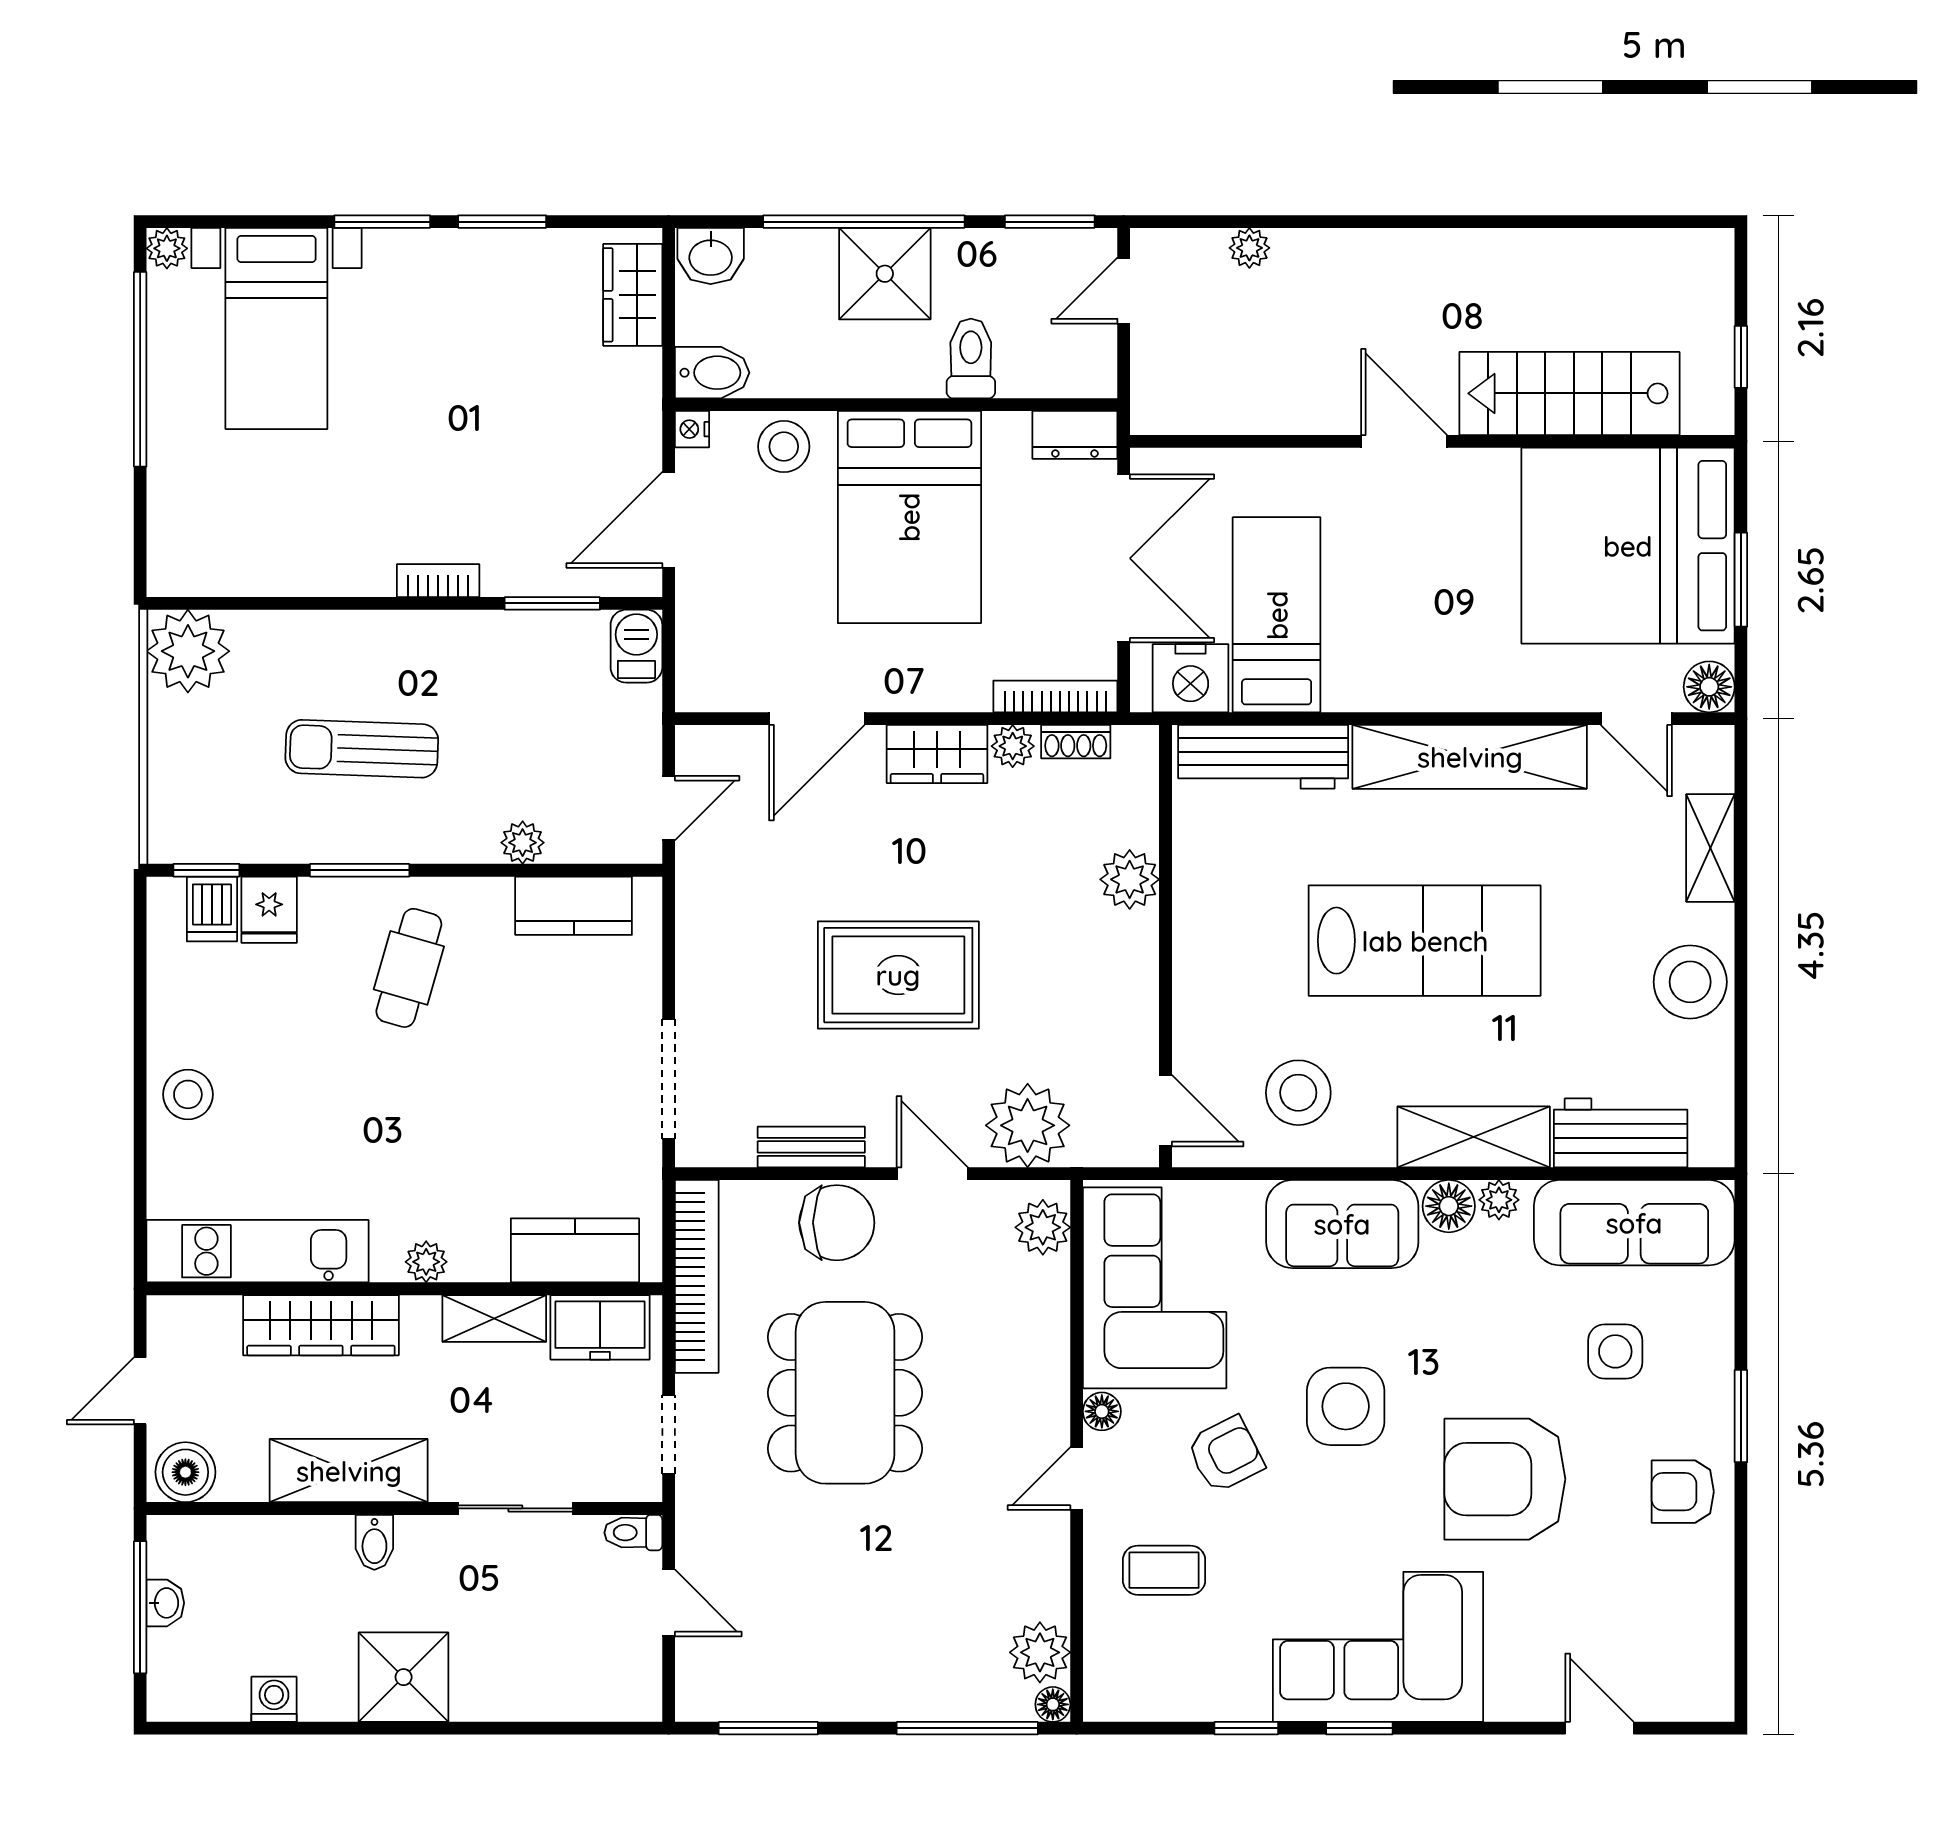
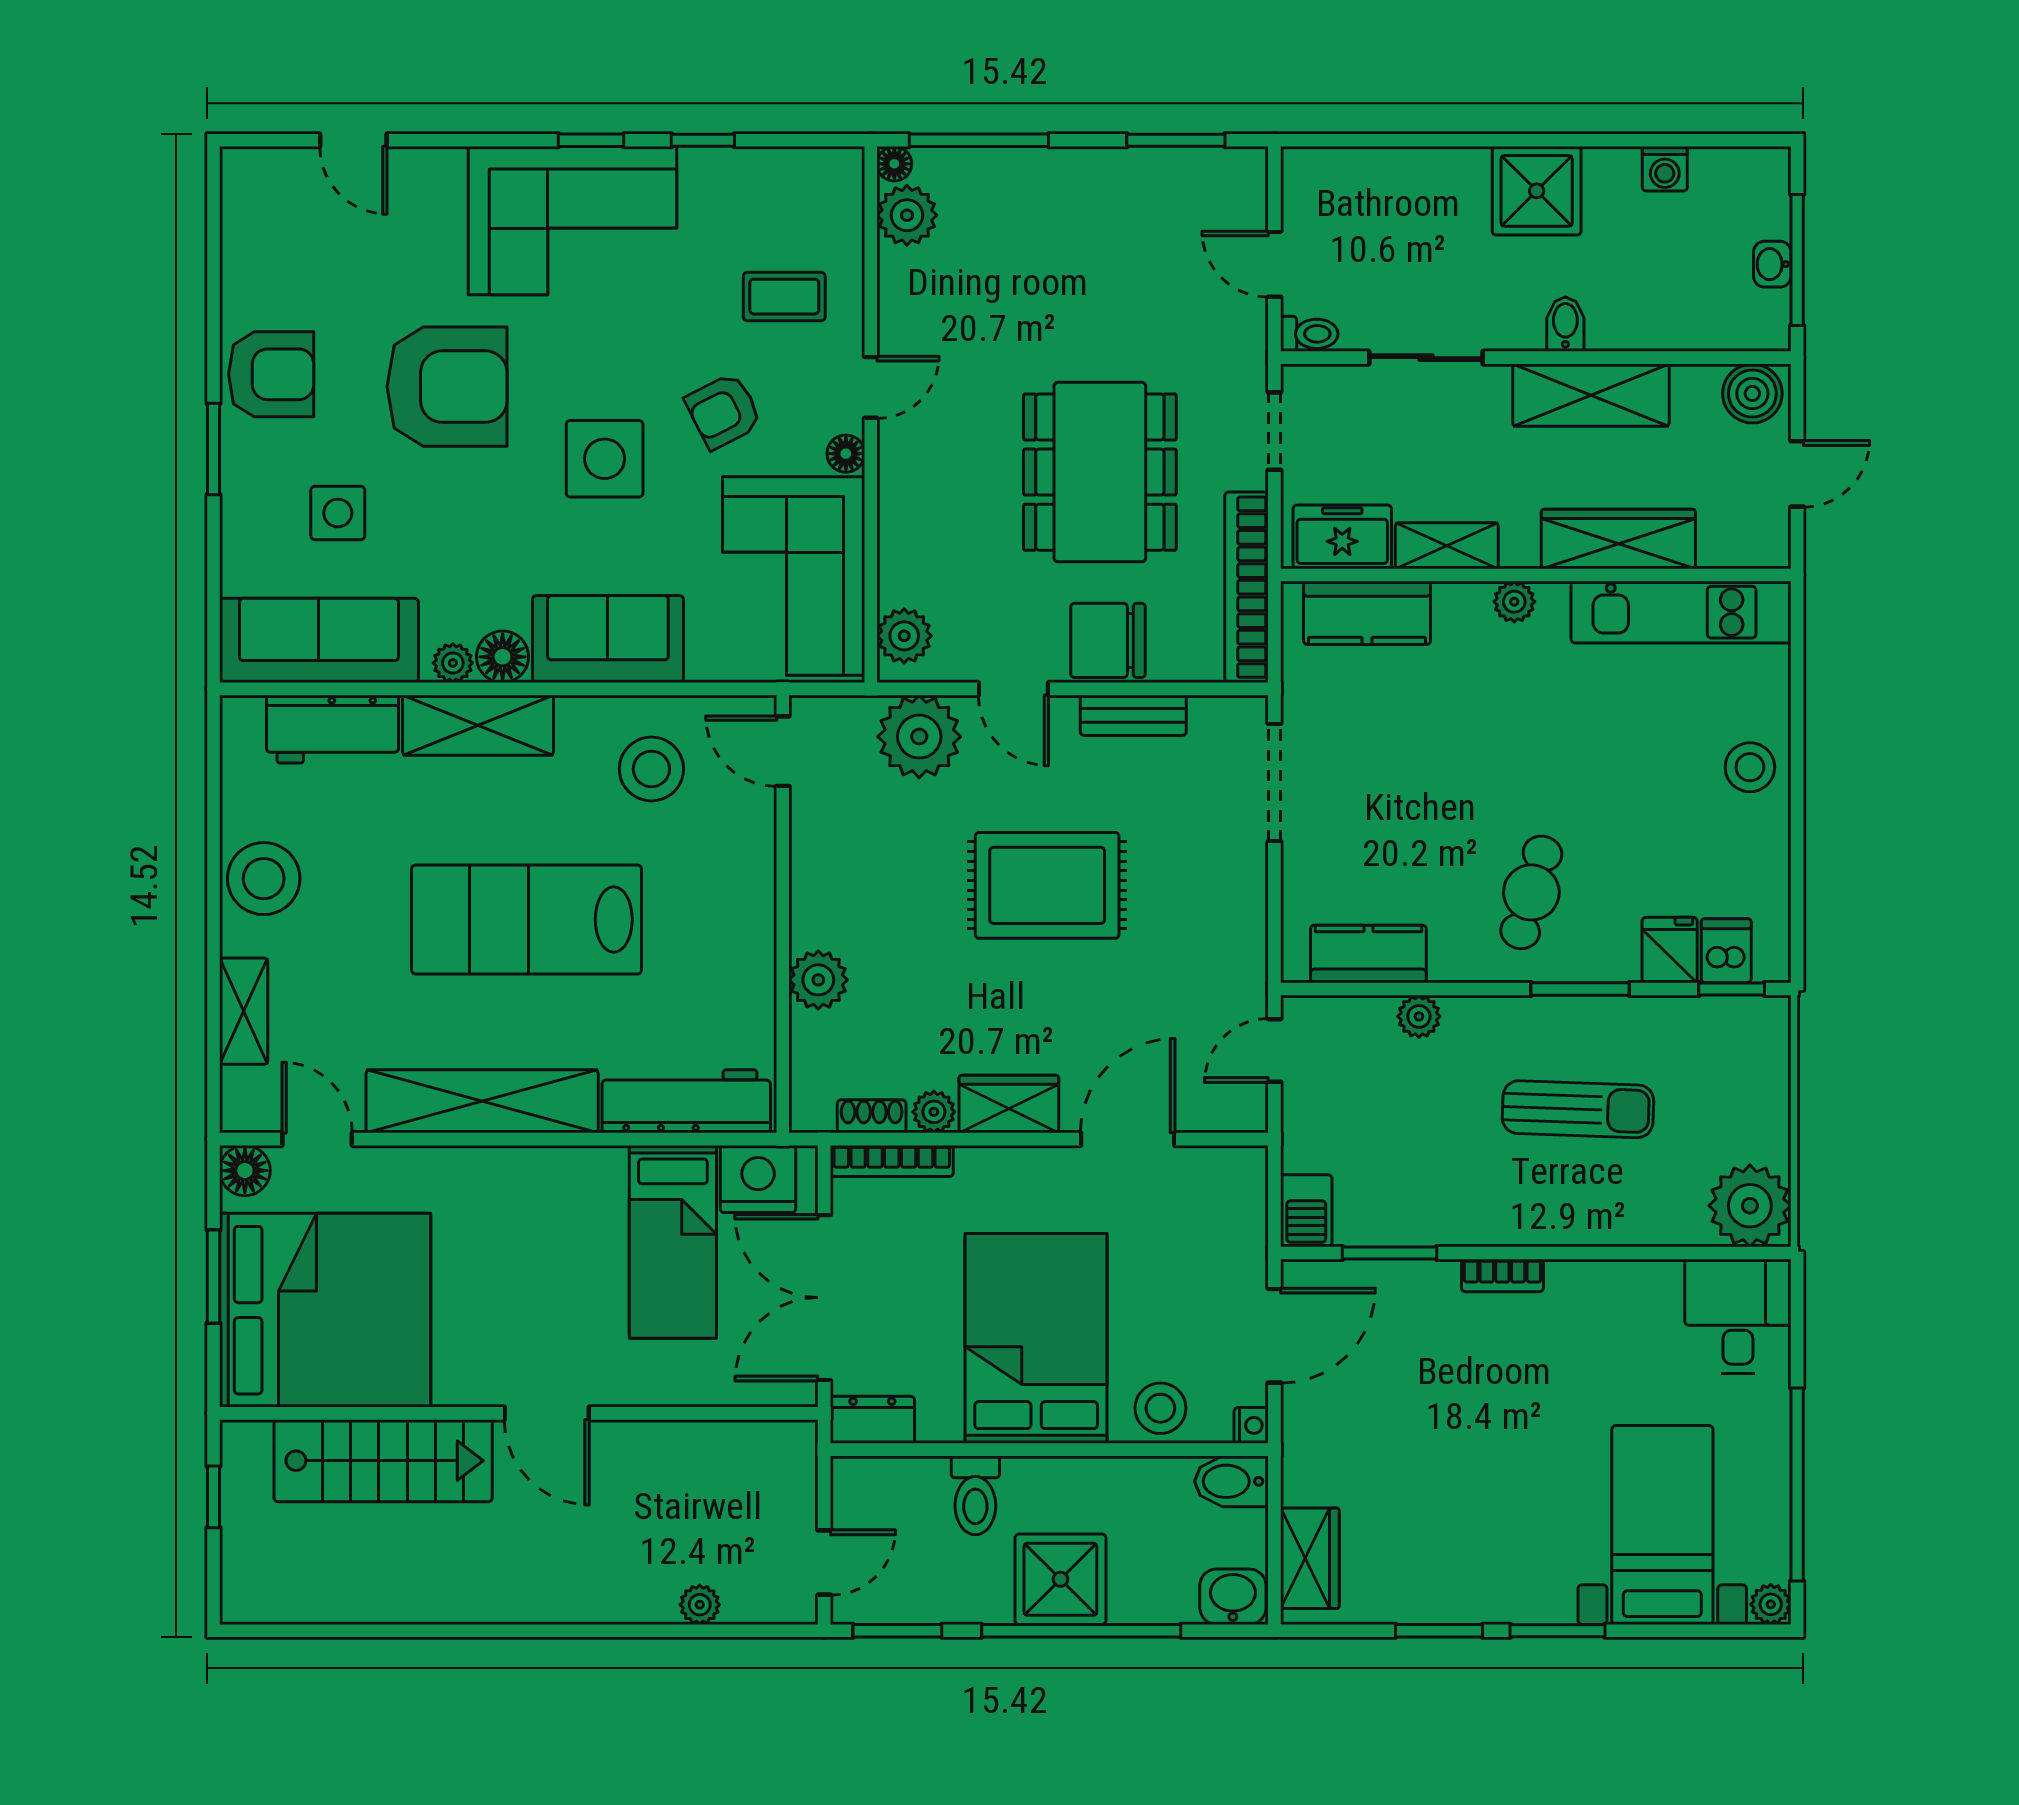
desk: (200, 539) -> (1738, 1316), added
armchair: (1683, 1492) -> (271, 374), width x1.38, depth x1.38

